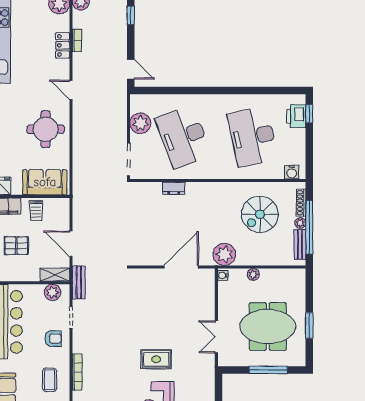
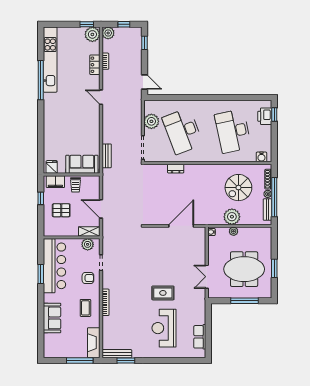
round table: (46, 129) -> (83, 126), removed
plant: (224, 254) -> (232, 217), moved
bench: (79, 282) -> (107, 156), moved

